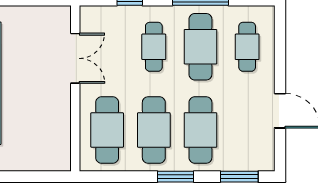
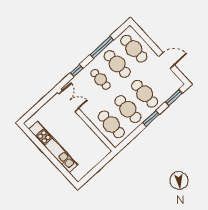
cafe table: (247, 47) -> (134, 49), width x1.37, depth x1.35
double door: (75, 58) -> (69, 101), moved

